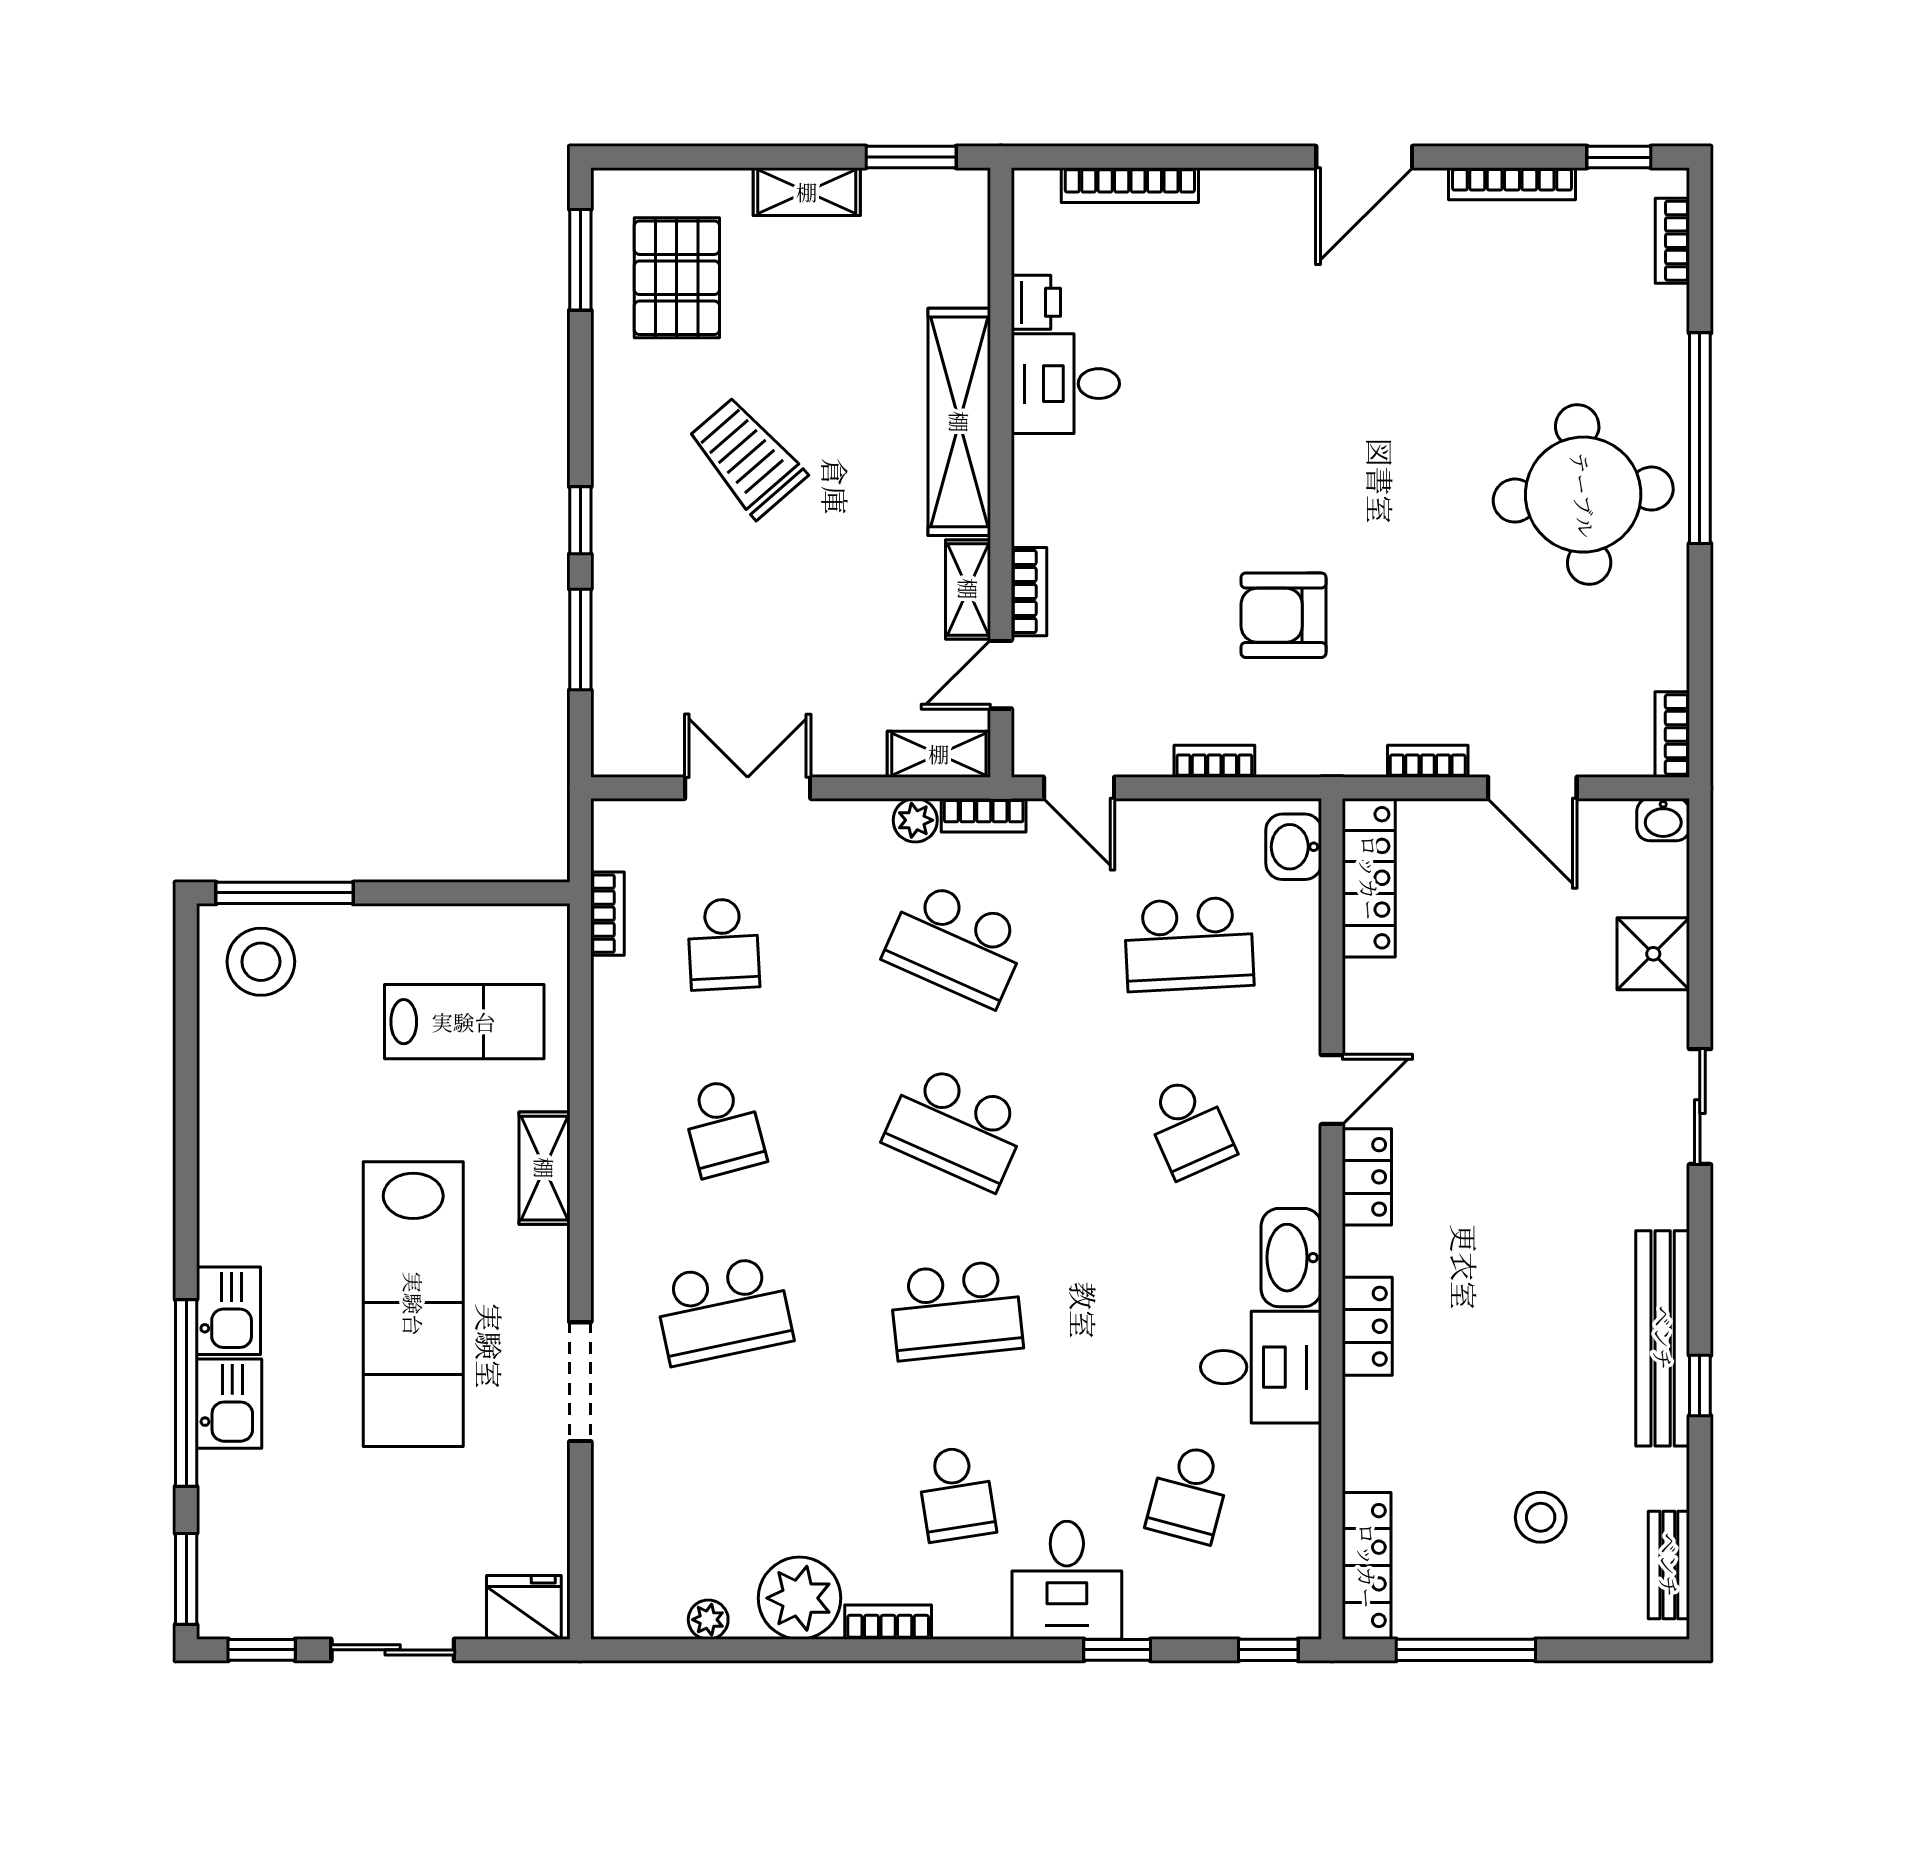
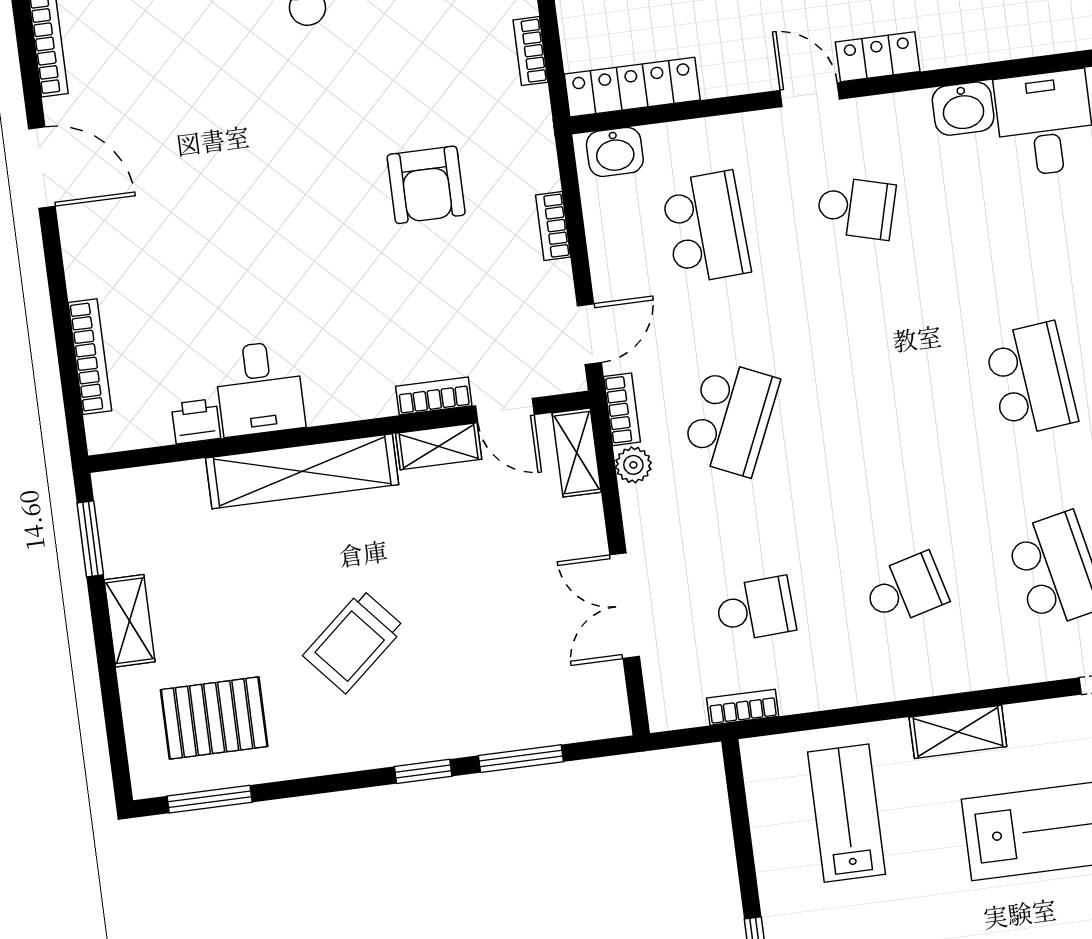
school desk: (956, 1127) -> (881, 399), removed
school desk: (1189, 1127) -> (856, 208), turned 39
washbasin: (1291, 1258) -> (963, 109), width x0.72
locker: (1367, 1326) -> (1000, 40), removed

